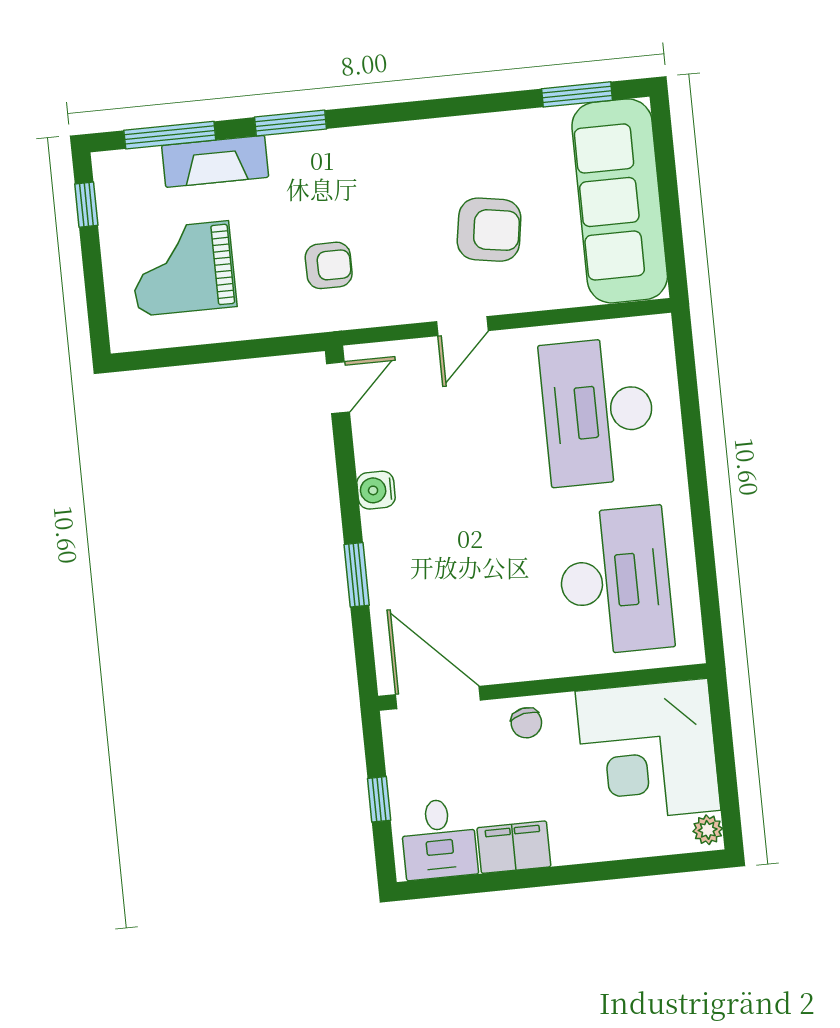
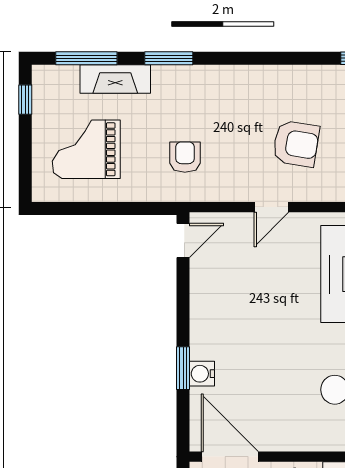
armchair: (329, 265) -> (185, 157), turned -90
water cooler: (376, 490) -> (202, 374), moved

